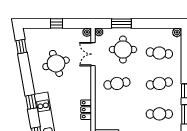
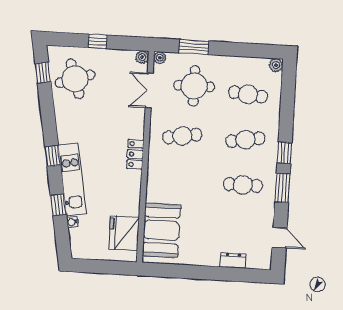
round table: (56, 63) -> (75, 79), moved
locker: (86, 110) -> (135, 154), moved

